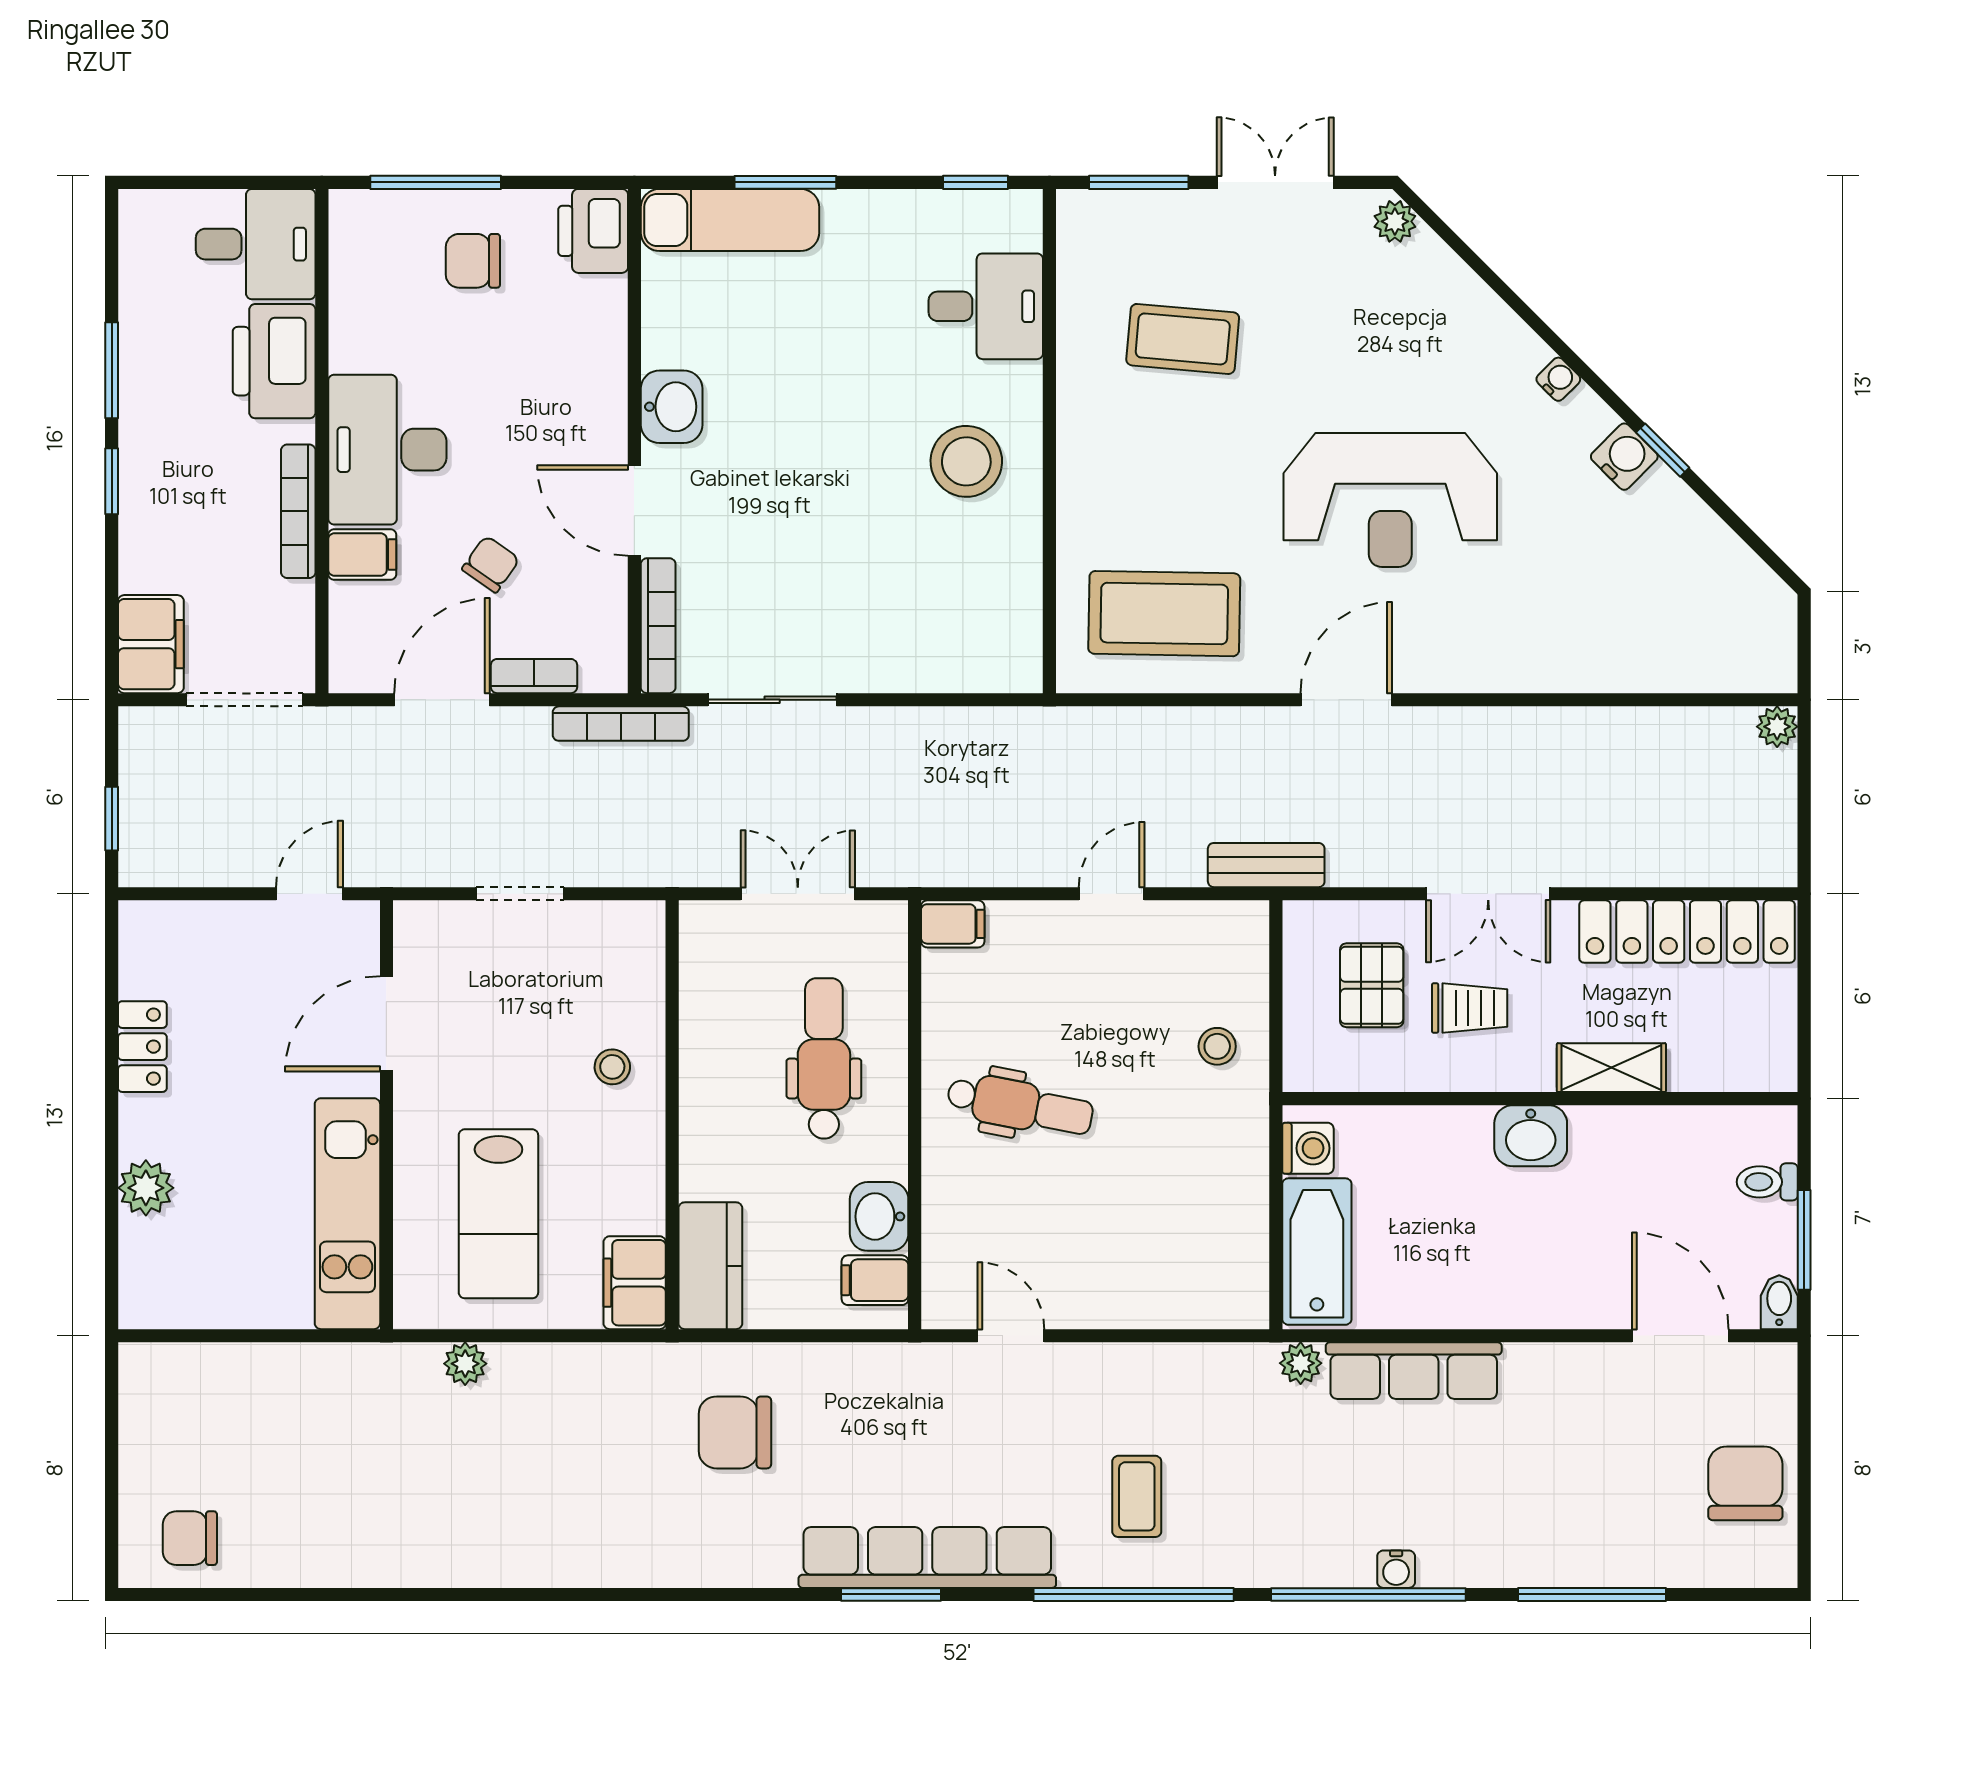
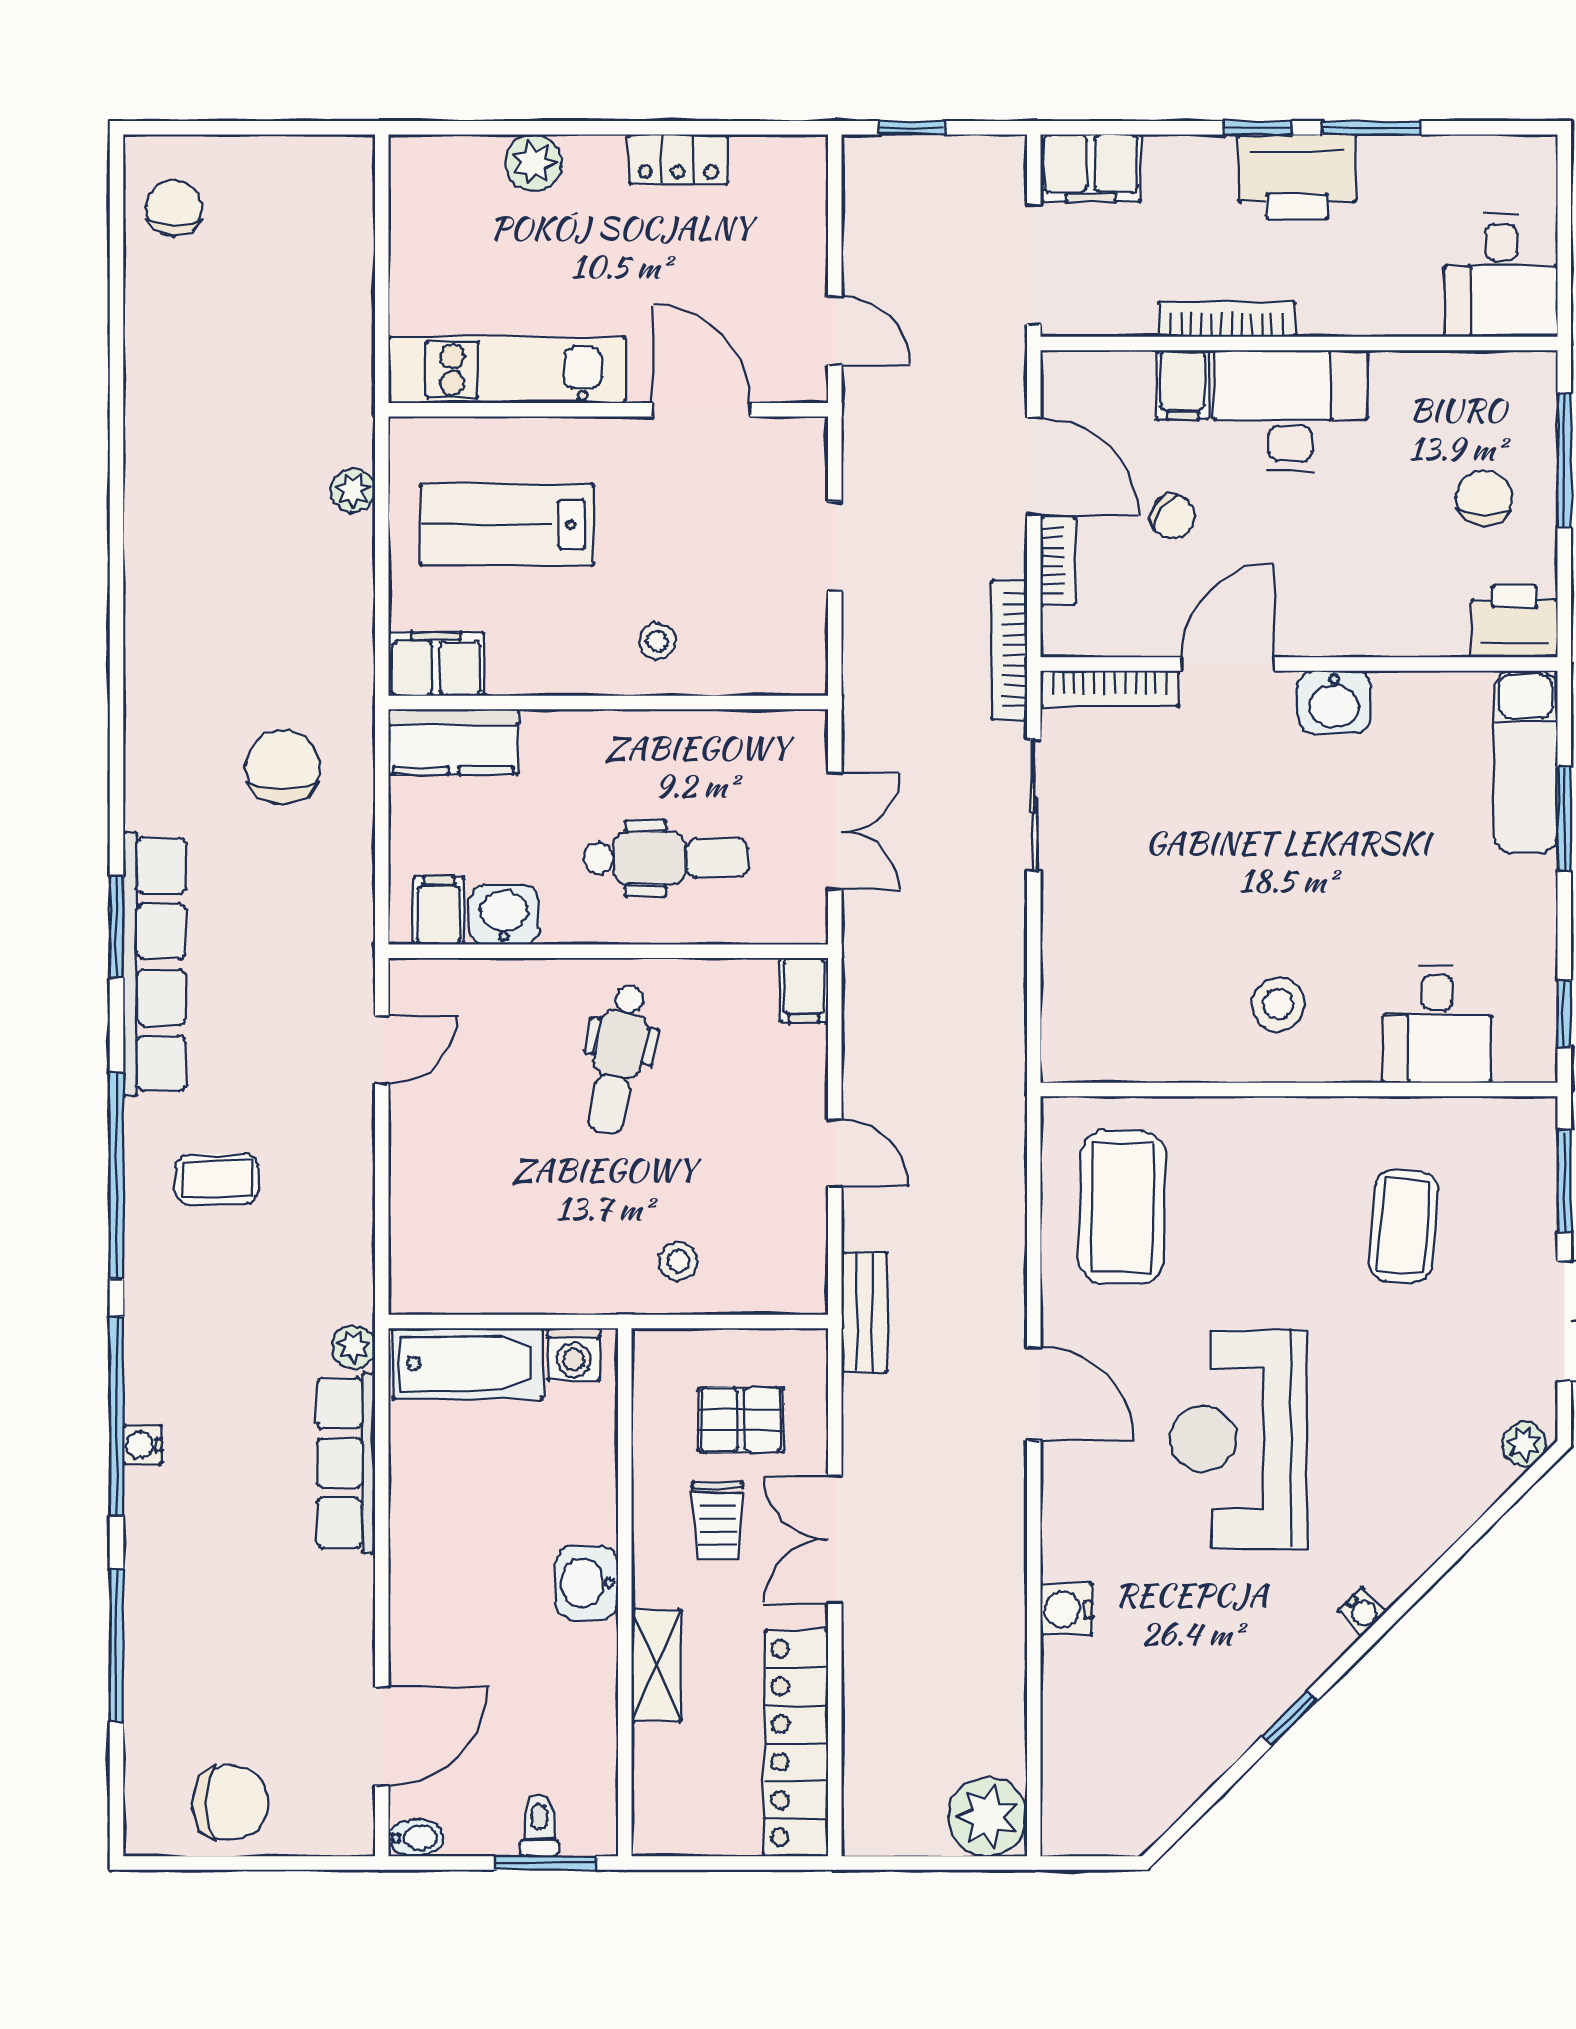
printer: (274, 361) -> (1297, 177), moved, turned 180
water cooler: (1624, 457) -> (1066, 1609), moved, turned 135
stool: (966, 461) -> (1278, 1004), width x0.73, depth x0.73
plant: (1777, 727) -> (988, 1817), width x1.87, depth x1.87
window: (1804, 1240) -> (545, 1863), moved

